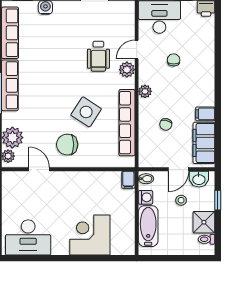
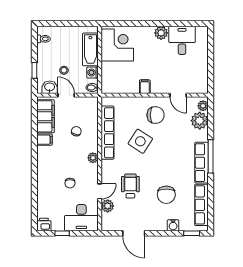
chair: (54, 45) -> (166, 195), added
plant: (127, 70) -> (108, 206), moved
door: (178, 169) -> (66, 95), hinge flipped
filing cabinet: (128, 180) -> (145, 87), moved
shower: (204, 222) -> (46, 53), removed
corner desk: (90, 235) -> (117, 45), moved, turned -90
desk: (28, 237) -> (182, 40), width x0.73
plant: (60, 247) -> (161, 33), added

